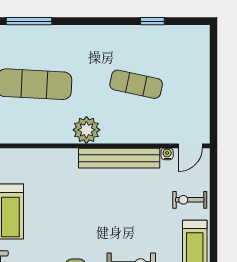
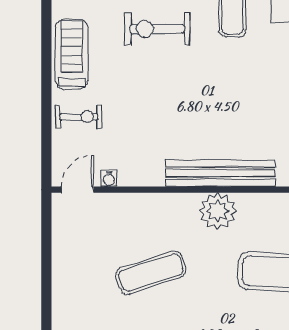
exercise mat: (136, 84) -> (151, 273), turned -30
bench: (119, 158) -> (220, 173), moved

